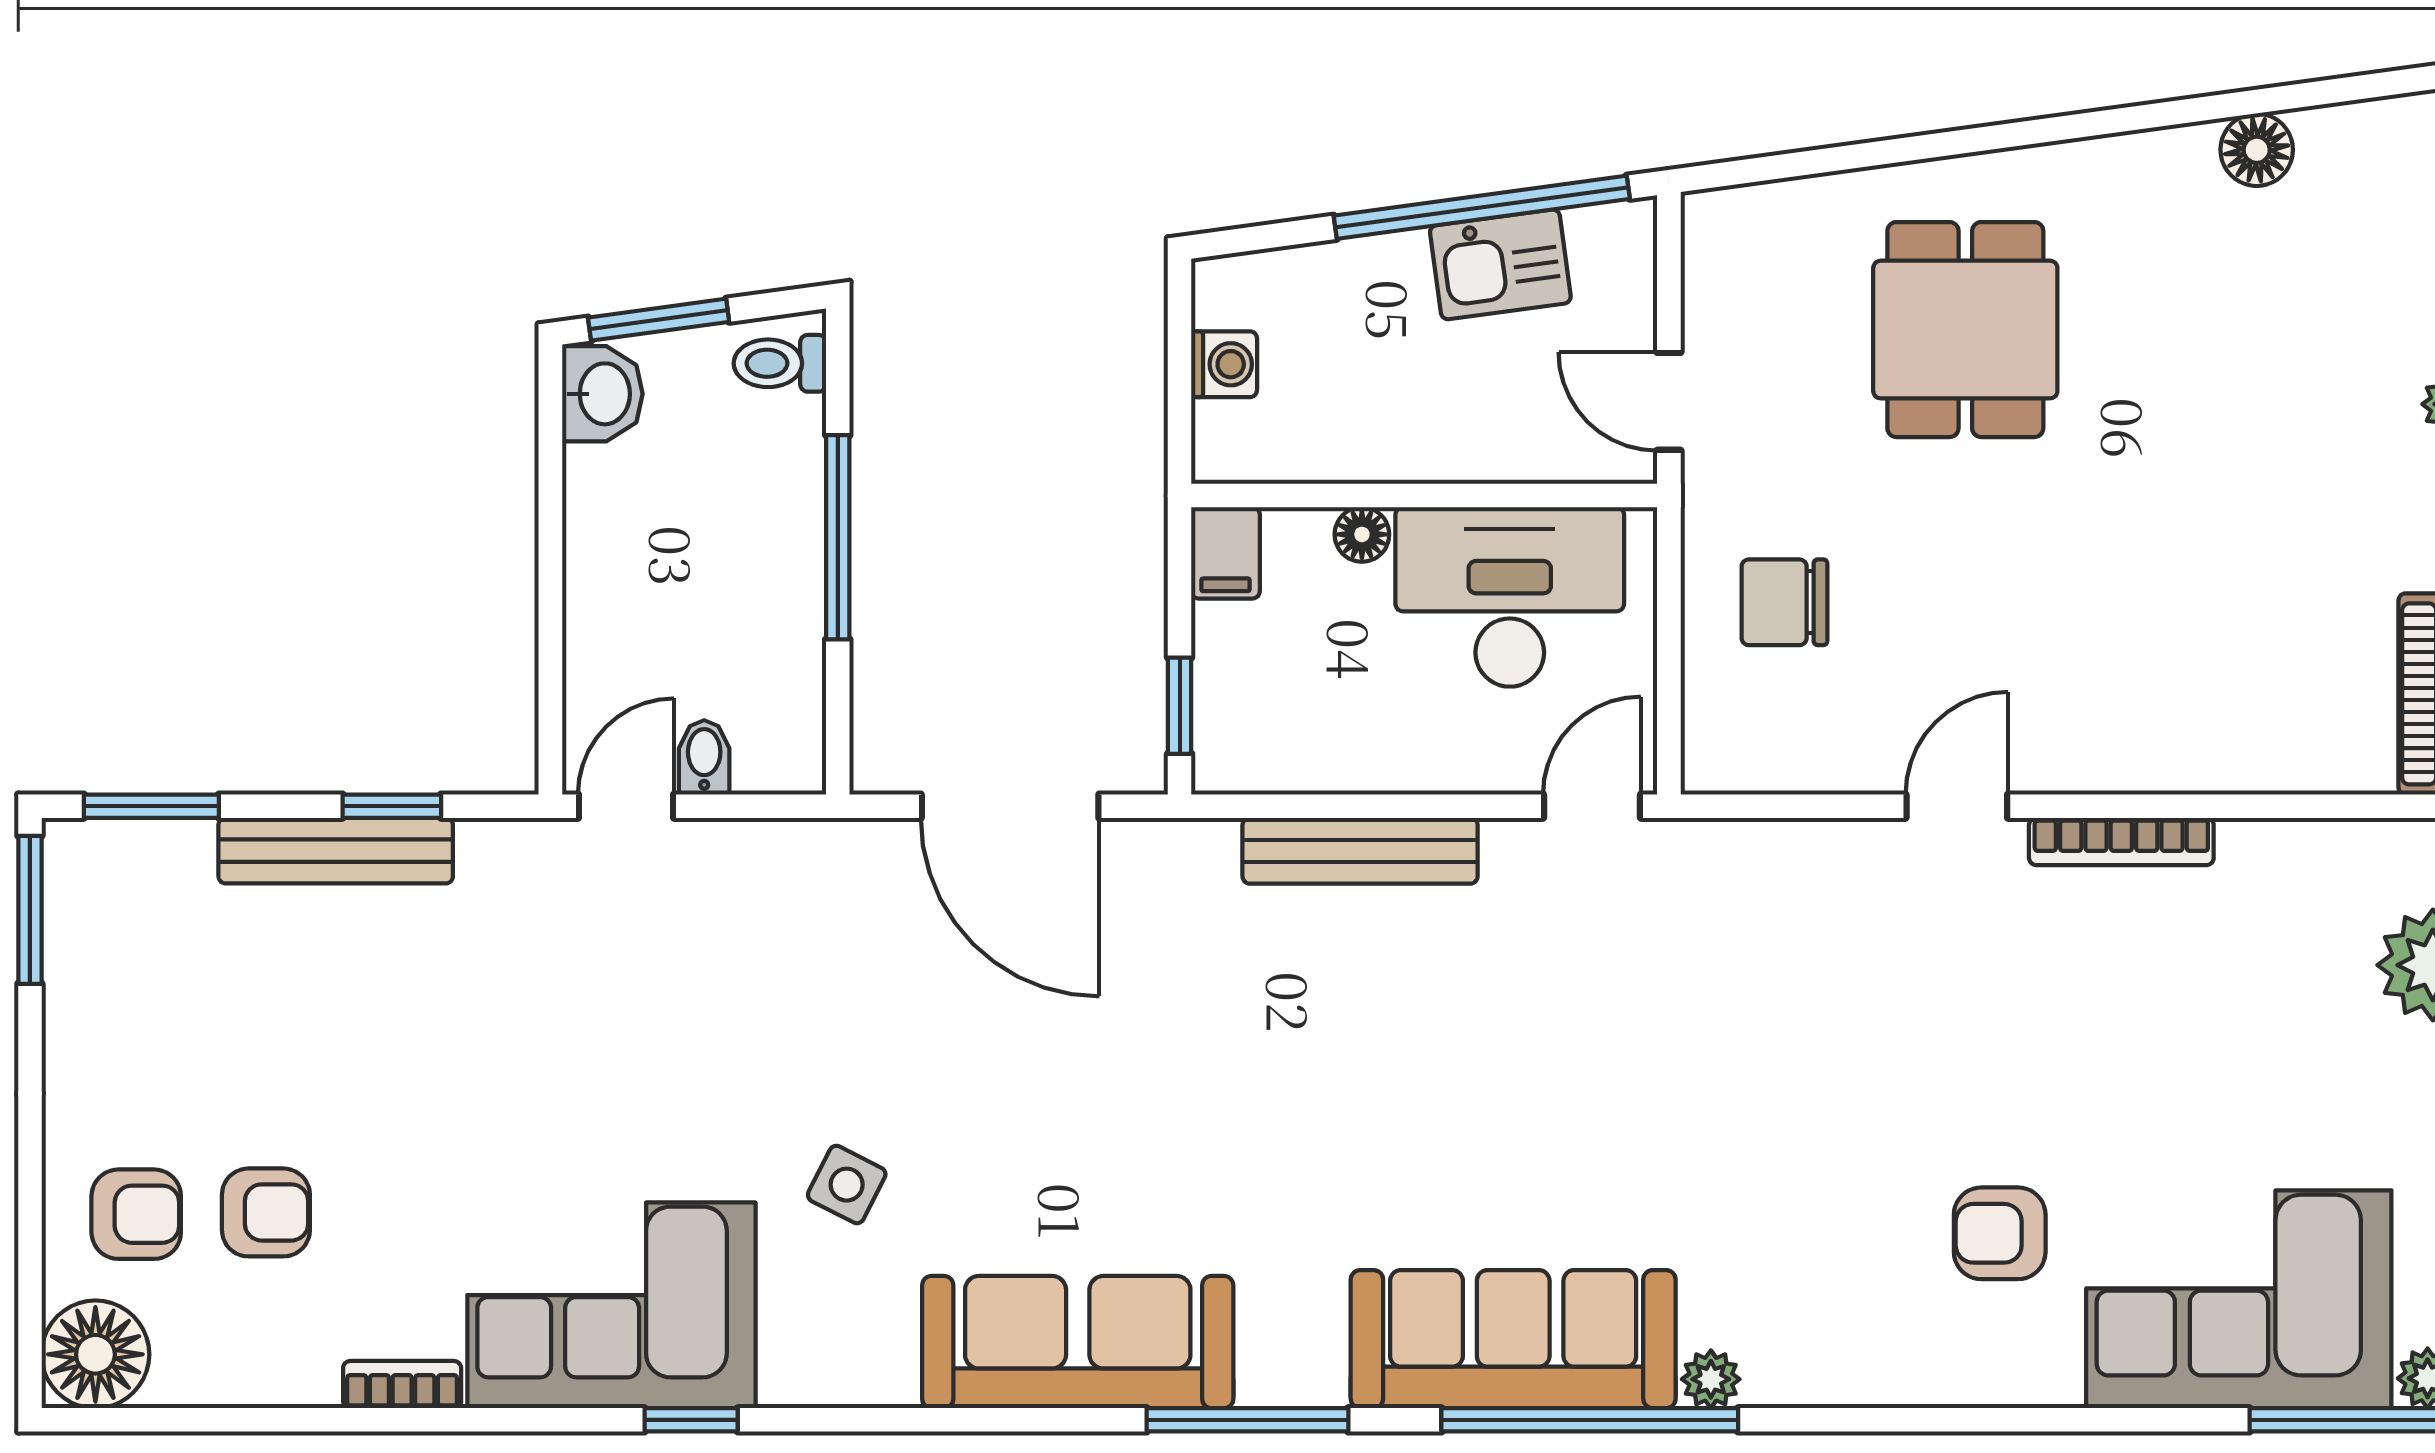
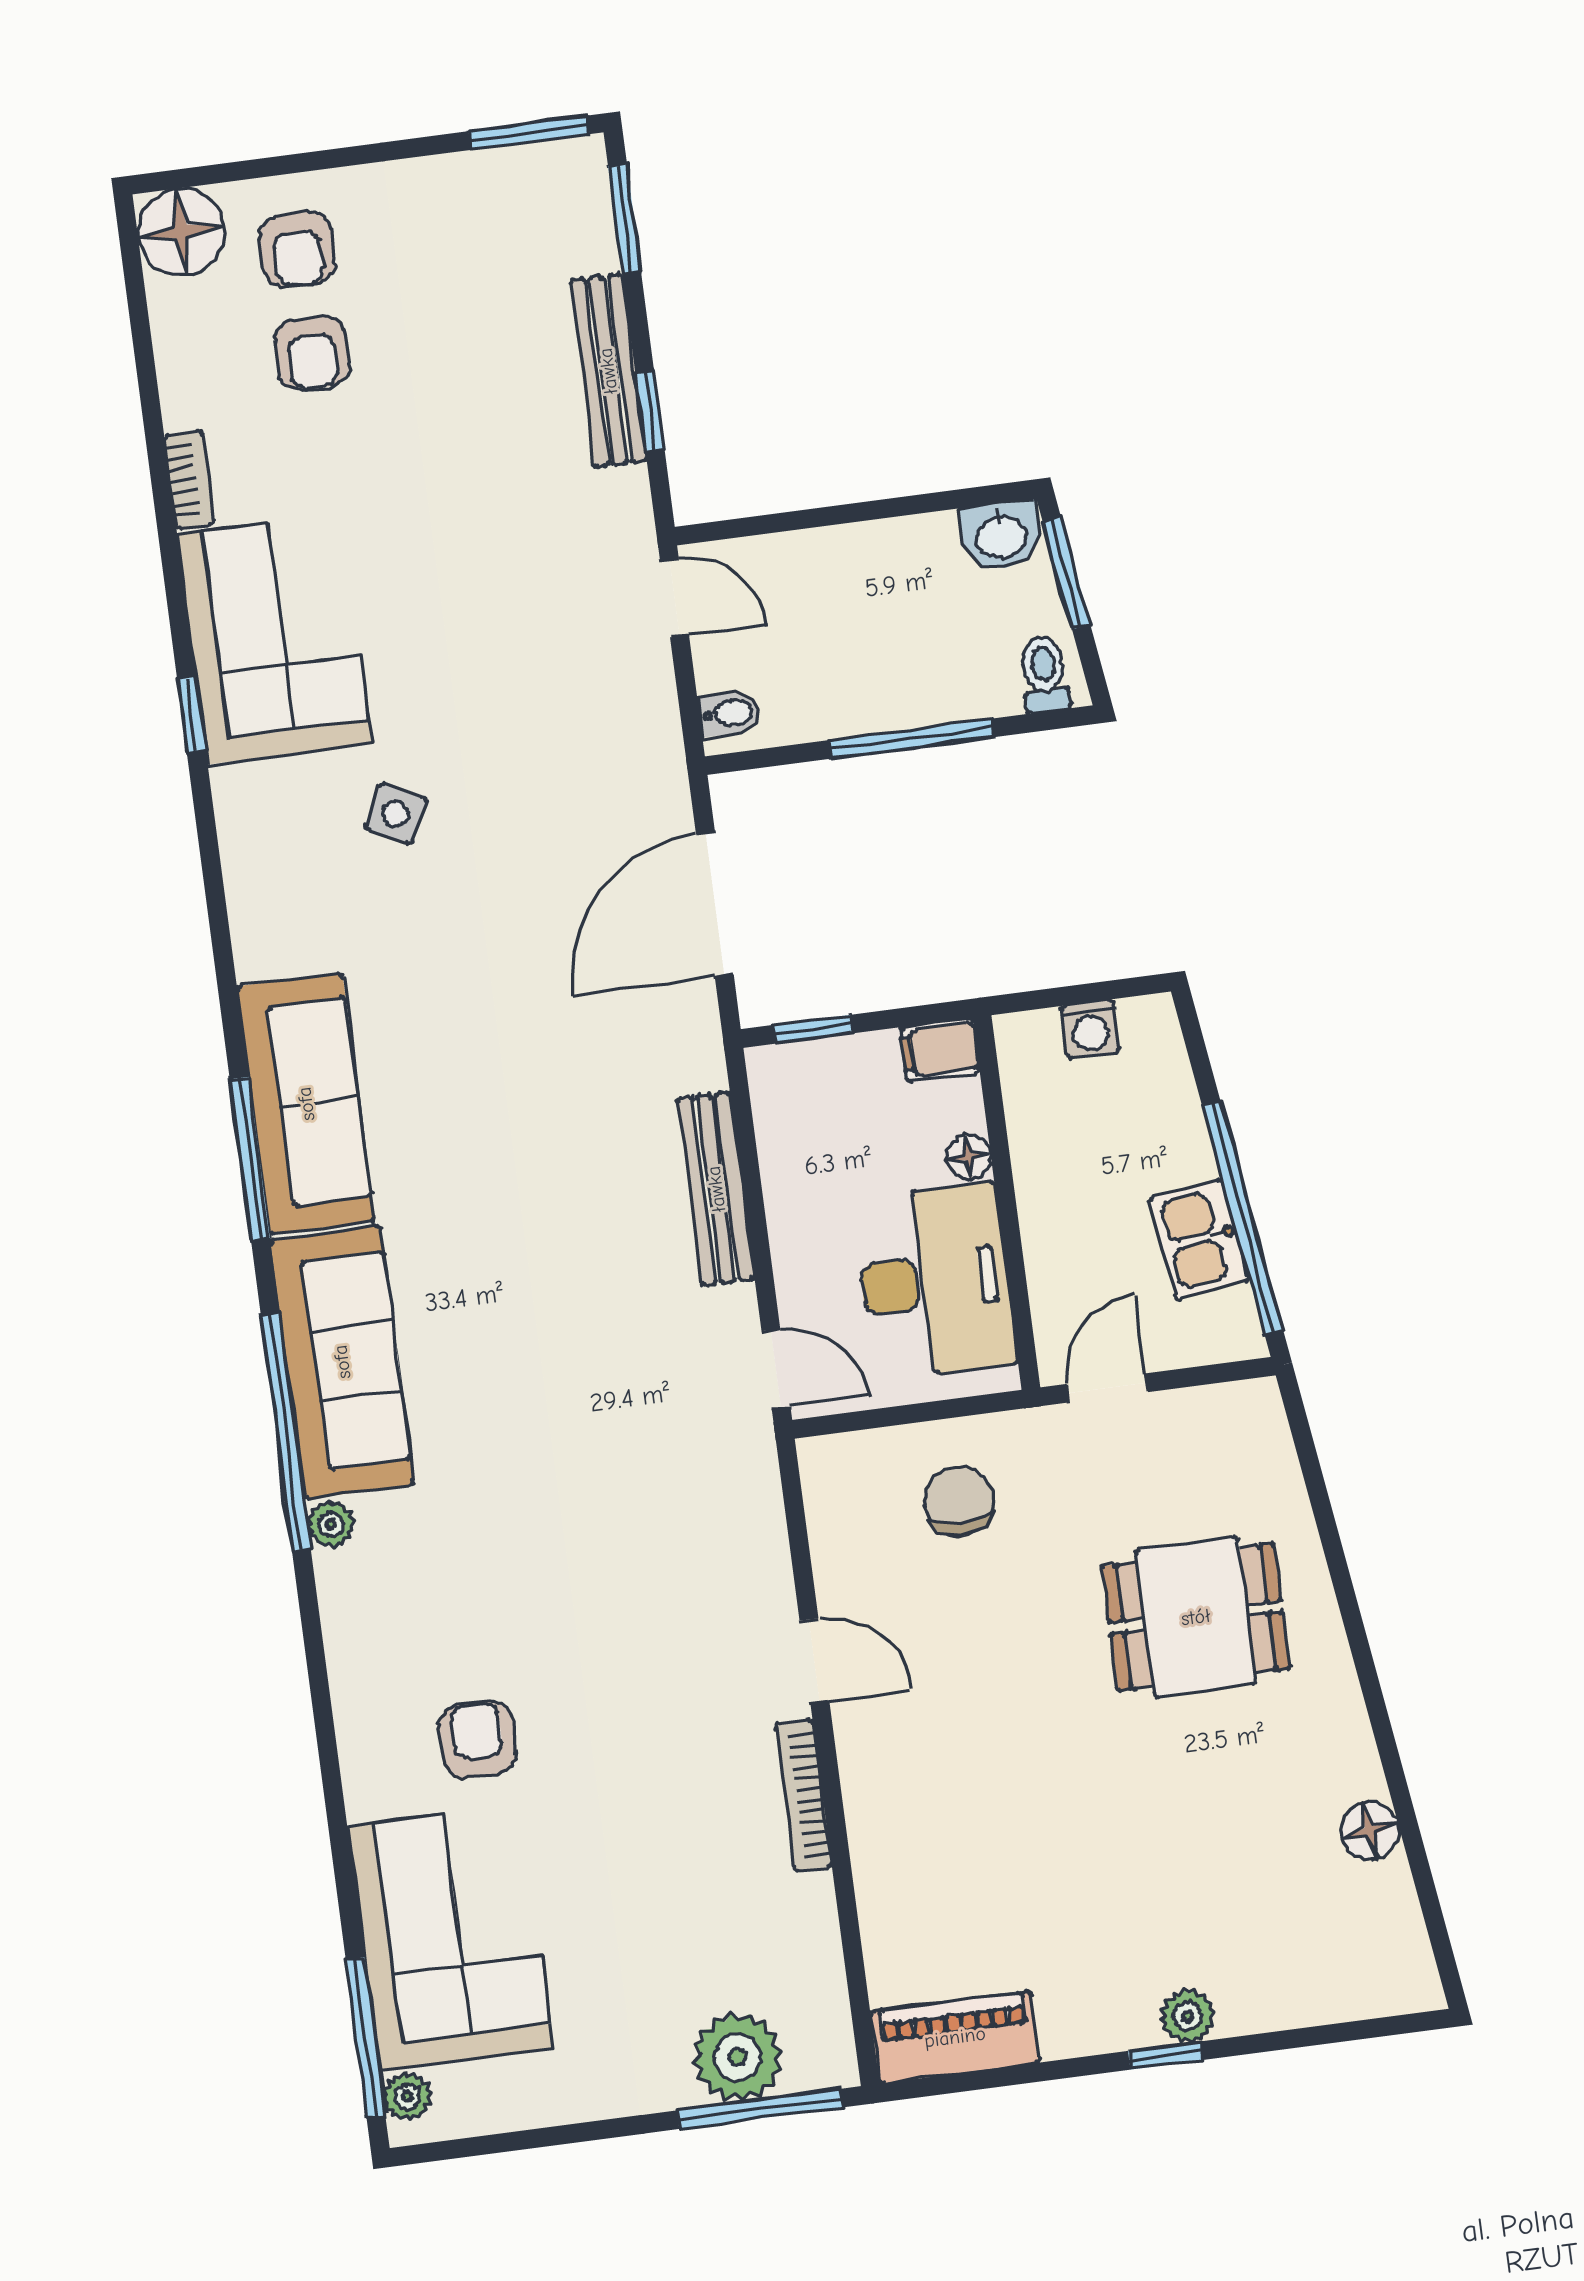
bidet: (704, 757) -> (729, 713), moved
sofa: (1078, 1342) -> (306, 1104), moved

